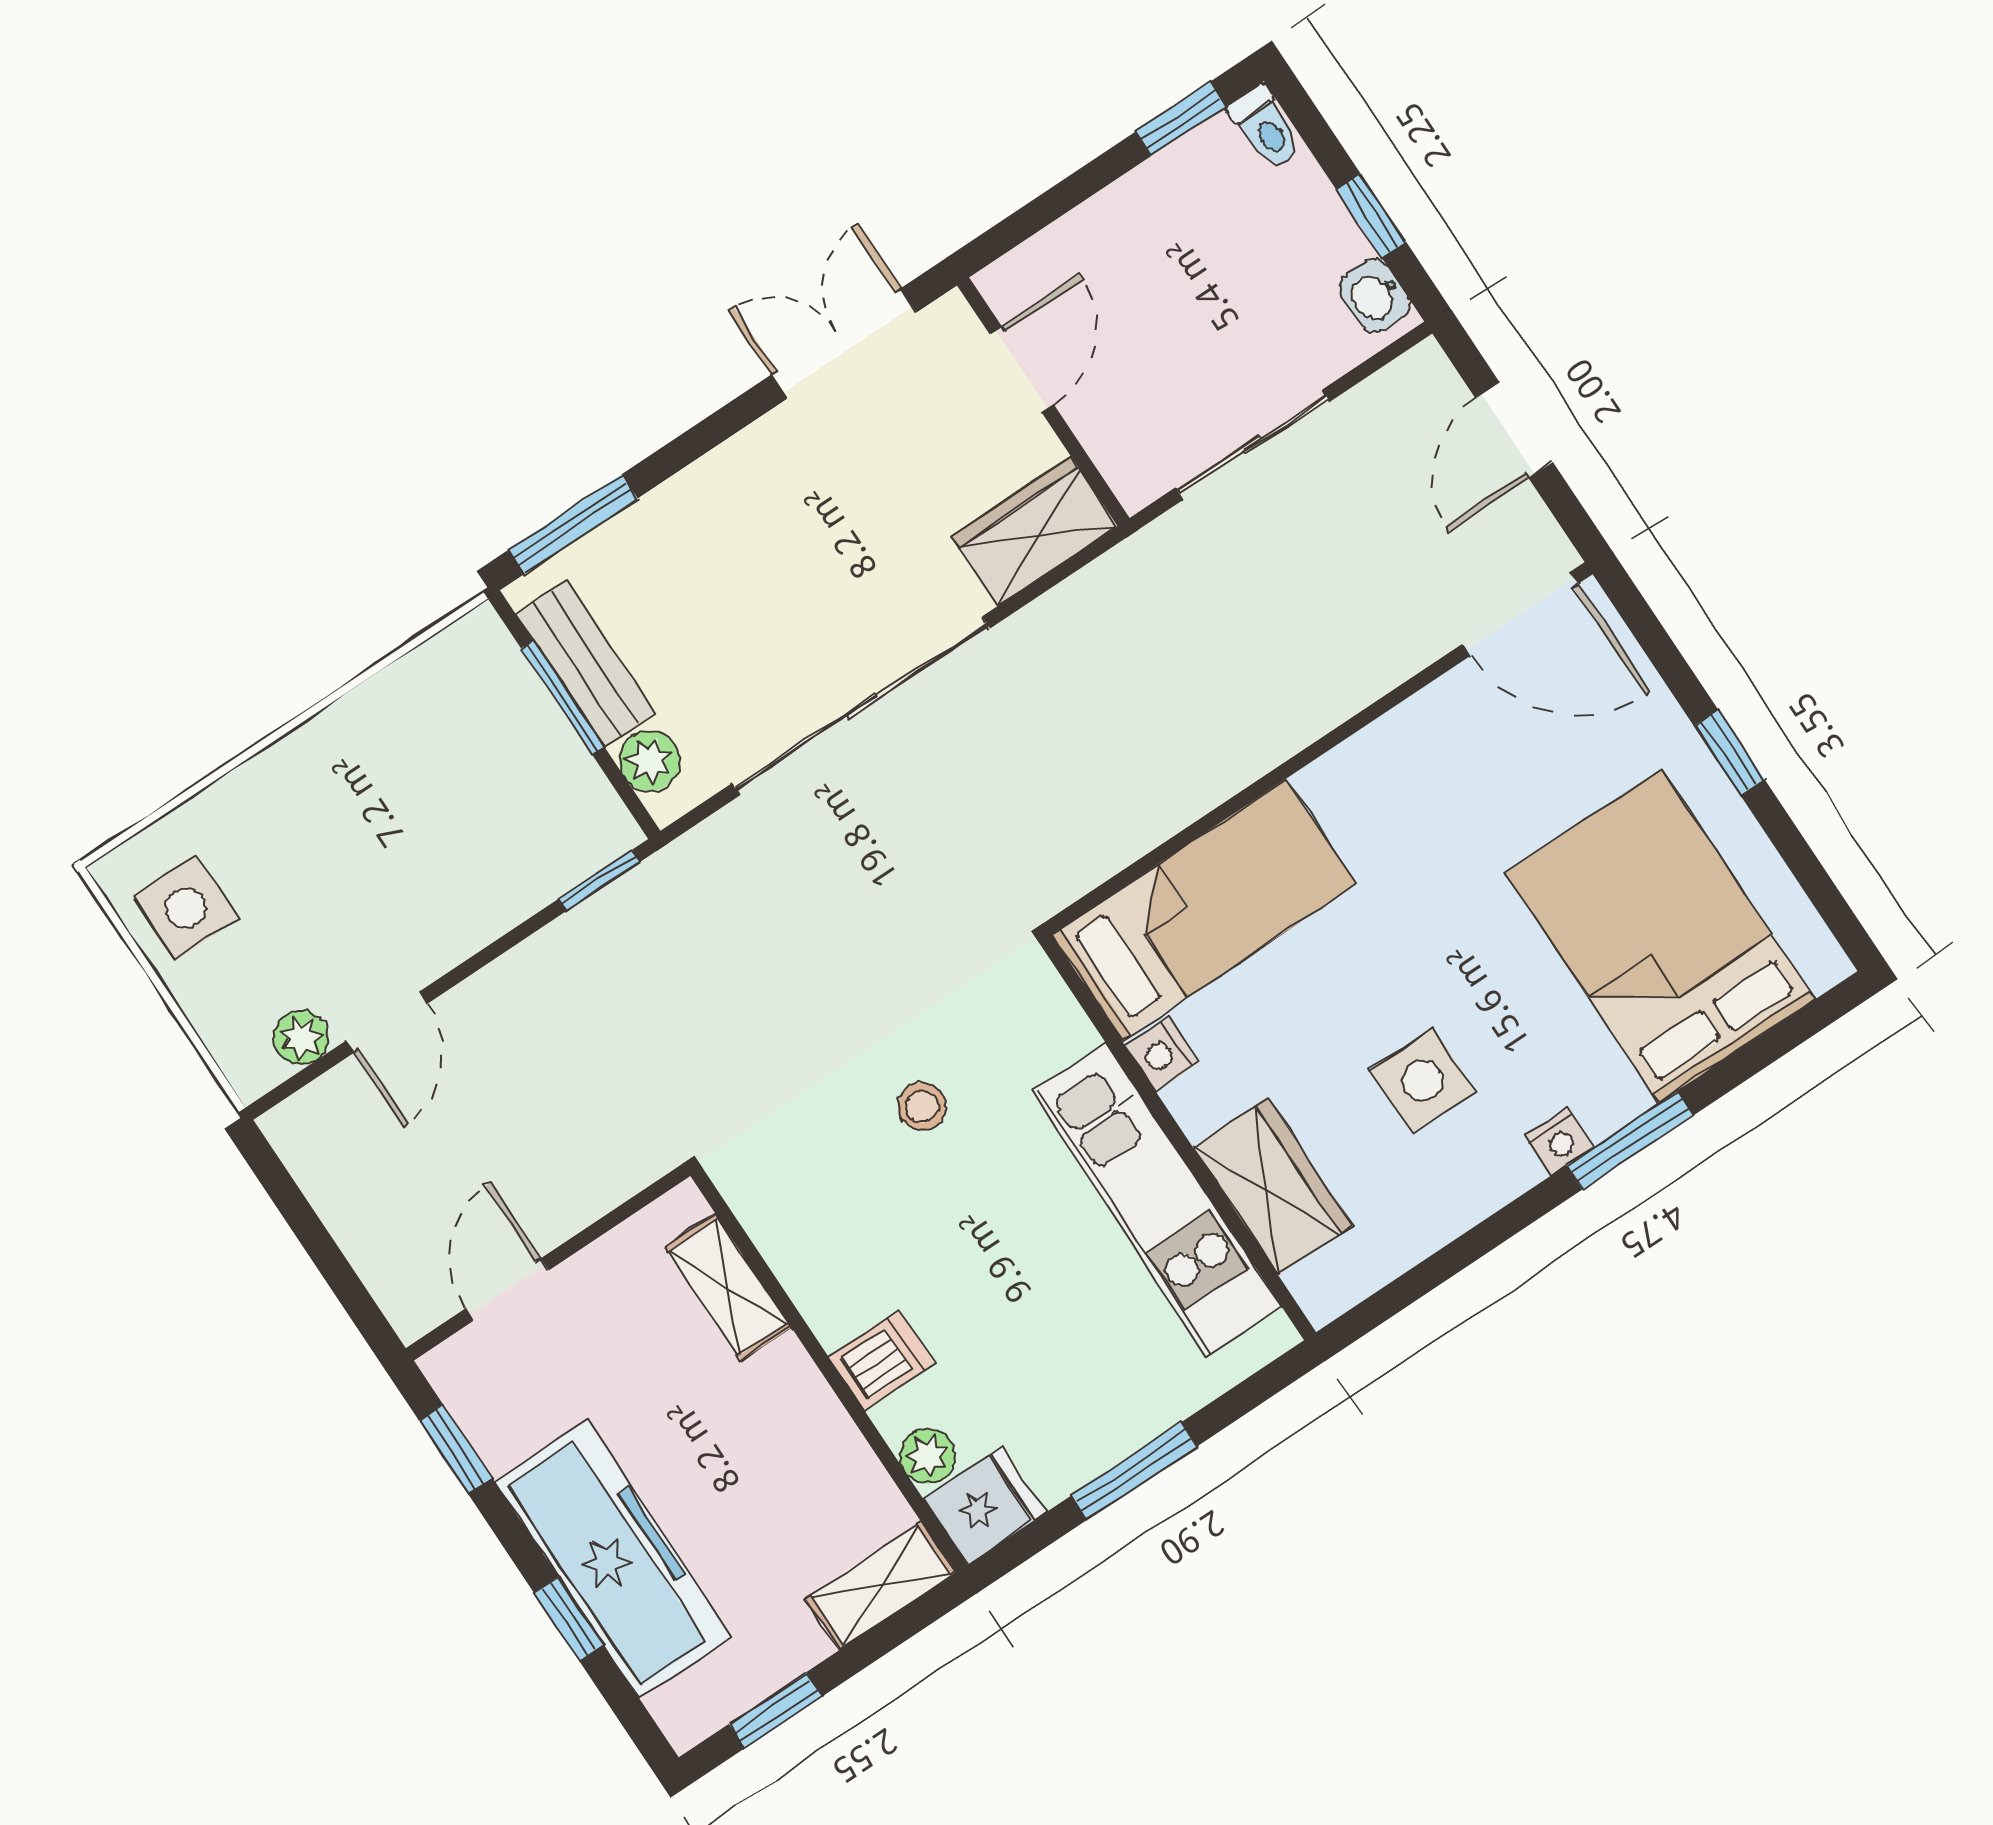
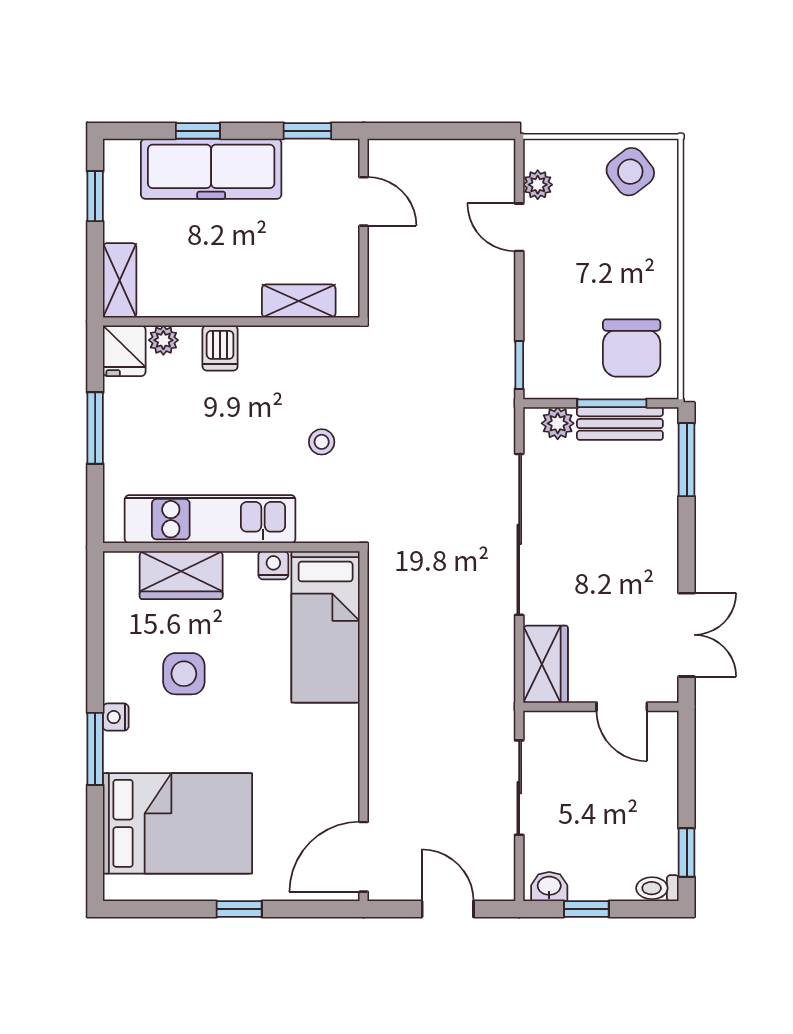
chair: (457, 724) -> (632, 348), added
side table: (186, 908) -> (630, 172), turned -38

